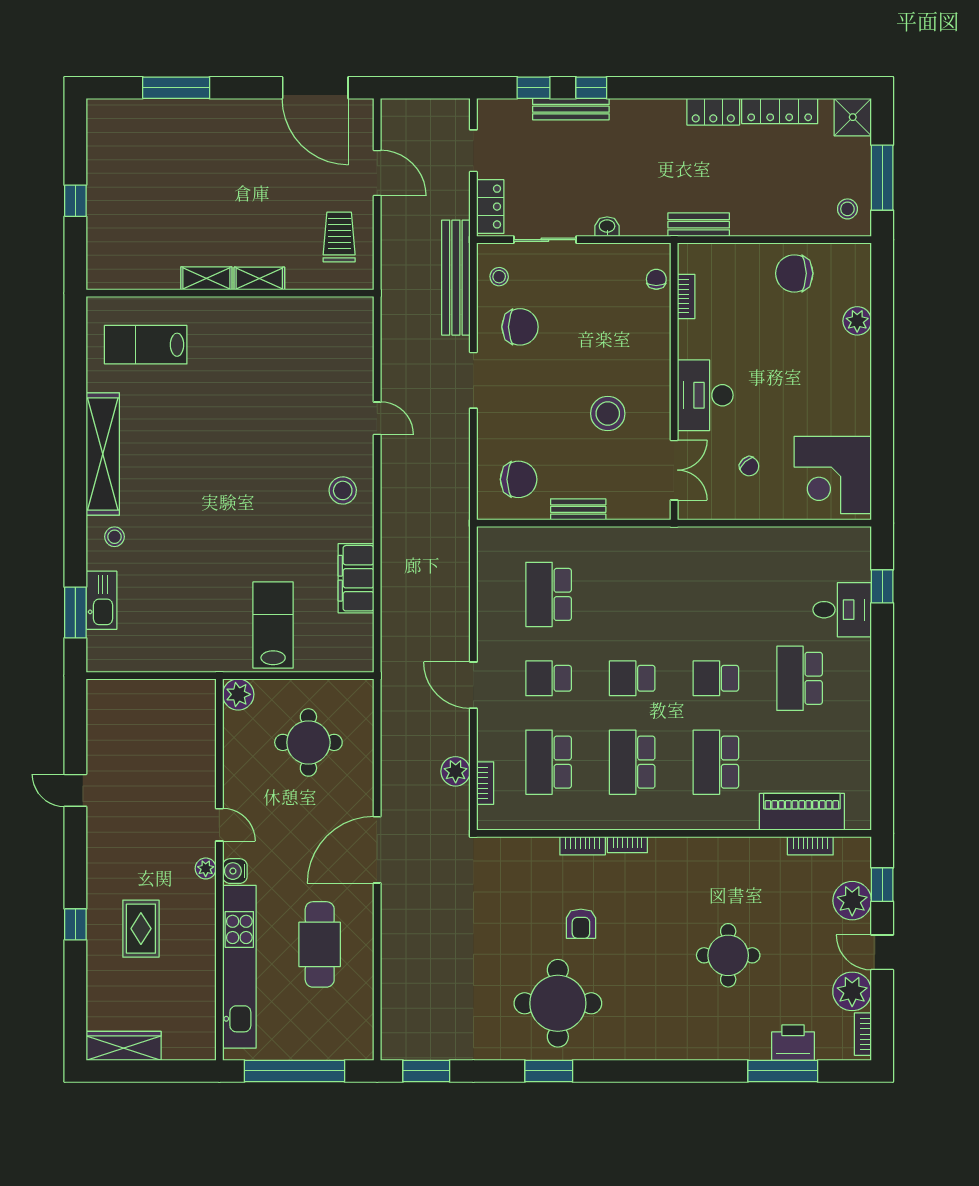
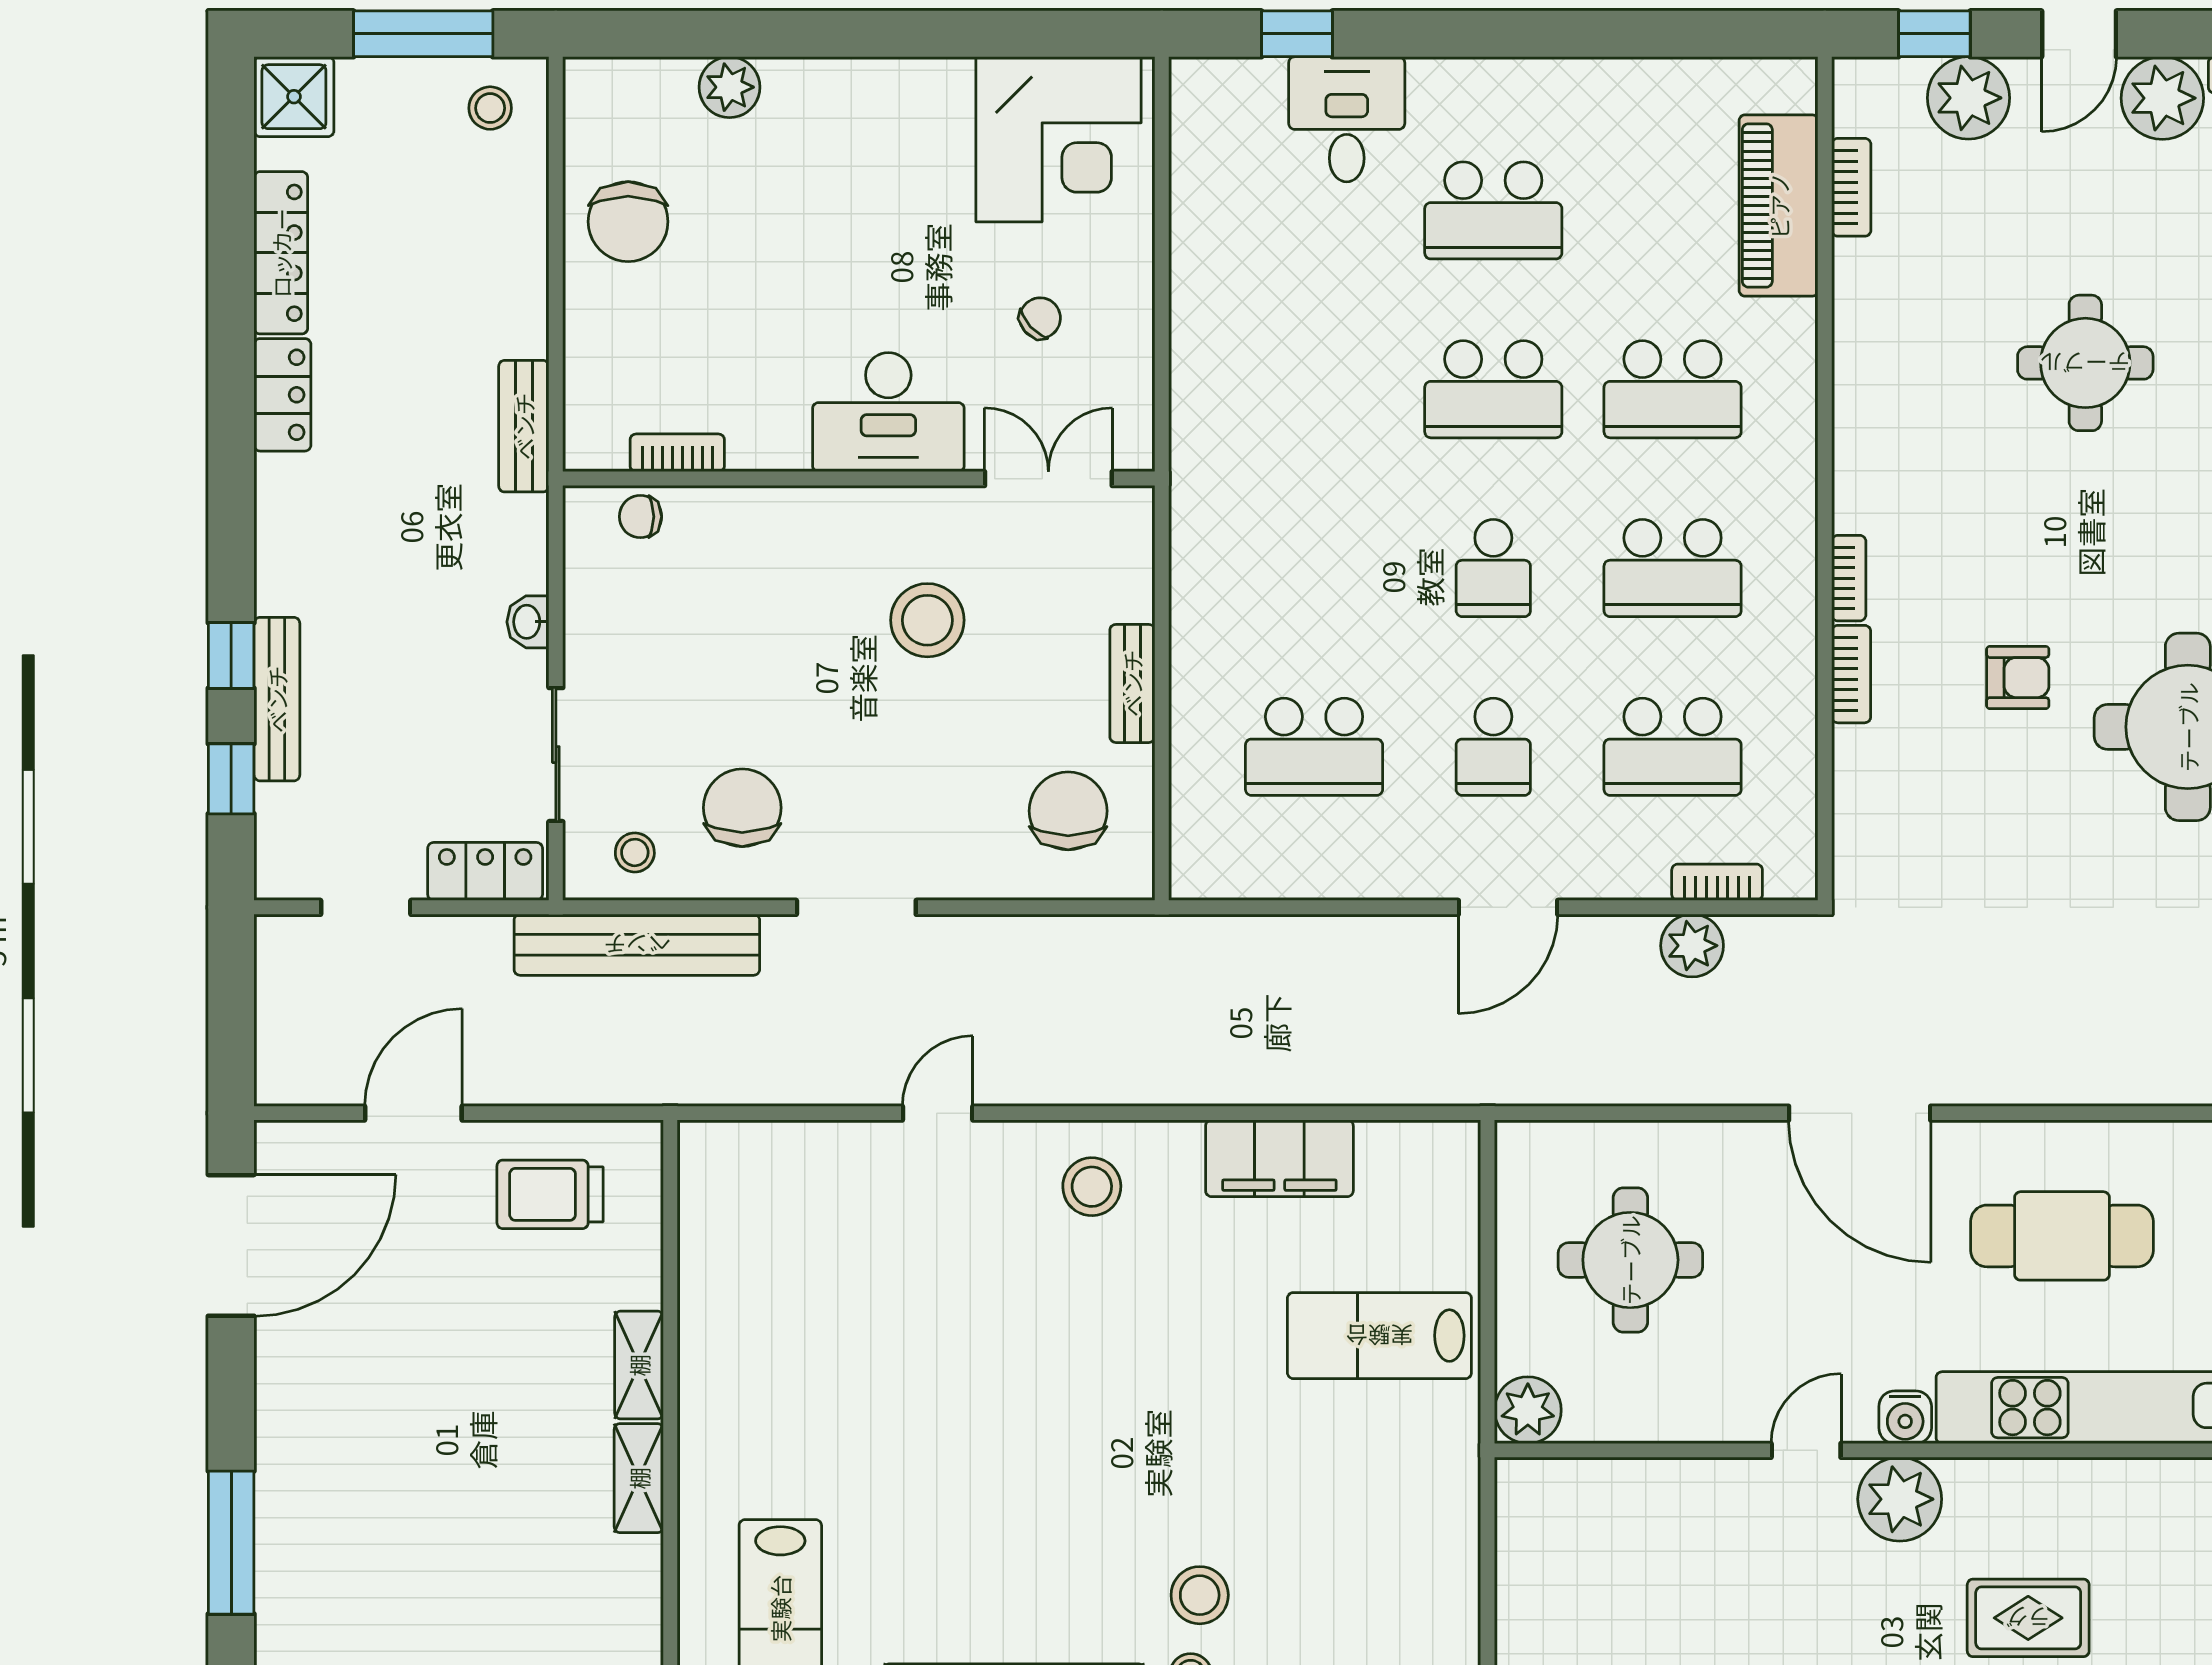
stool: (152, 541) -> (1200, 1595), added
school desk: (716, 678) -> (1493, 389), width x1.85
plant: (206, 868) -> (1900, 1499), width x1.87, depth x1.87

